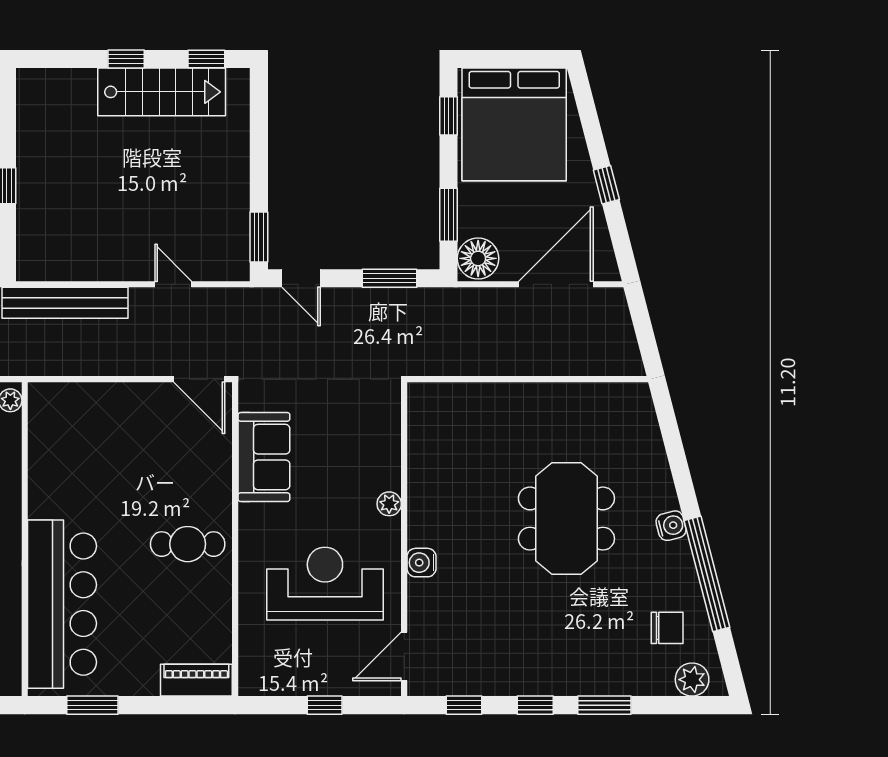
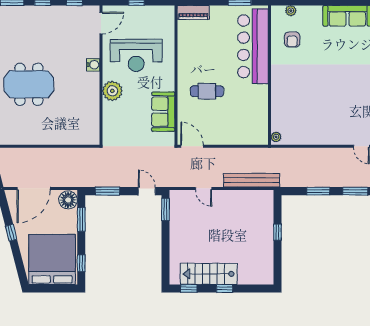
plant: (389, 504) -> (112, 91), width x1.87, depth x1.87
meeting table: (566, 519) -> (29, 84), turned 90
cafe table: (188, 544) -> (207, 91), moved

